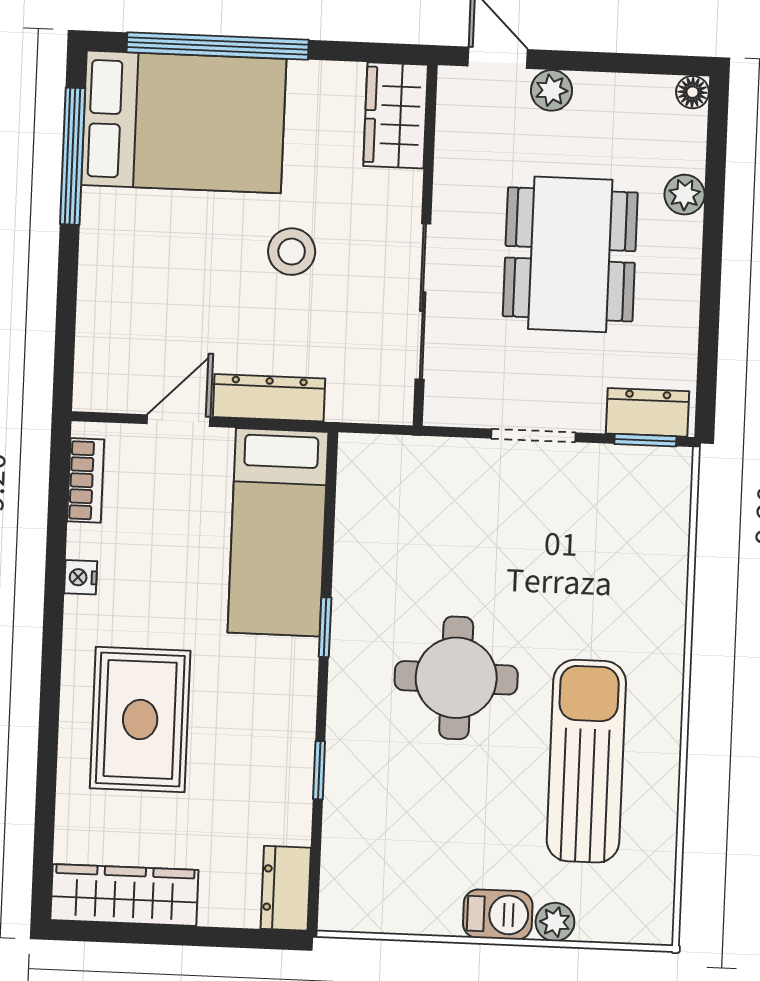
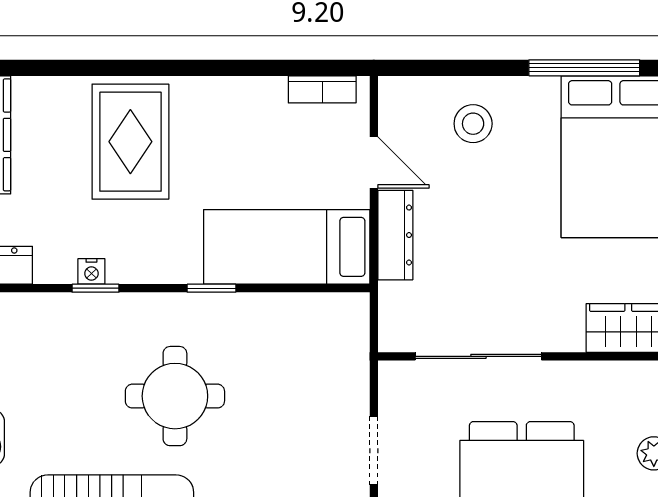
stool: (292, 252) -> (473, 124), moved
nightstand: (81, 577) -> (91, 271), moved, turned 180
rug: (140, 719) -> (130, 142), turned 90

